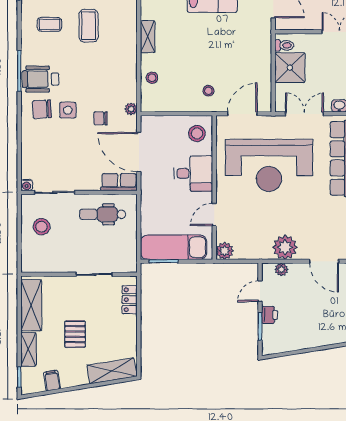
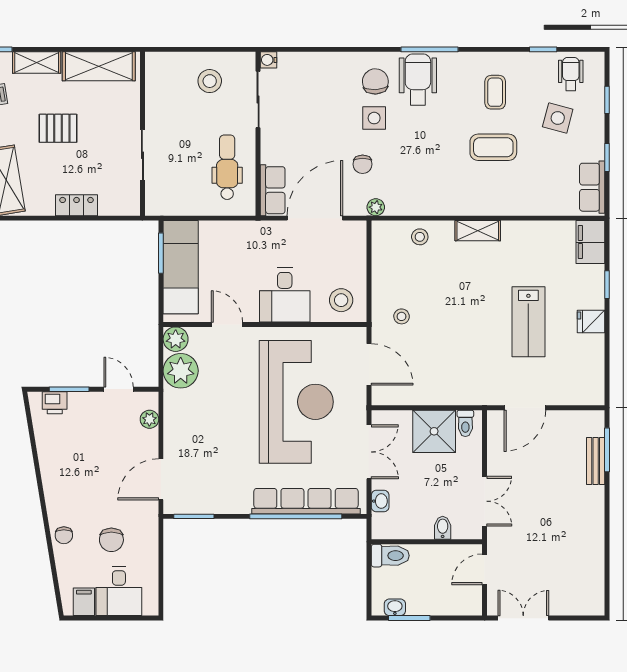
chair: (101, 118) -> (363, 164), turned 180
reception desk: (269, 165) -> (296, 402), turned 180
plant: (285, 247) -> (181, 371), moved
locker: (130, 300) -> (77, 205), moved
printer: (270, 315) -> (55, 403), moved

